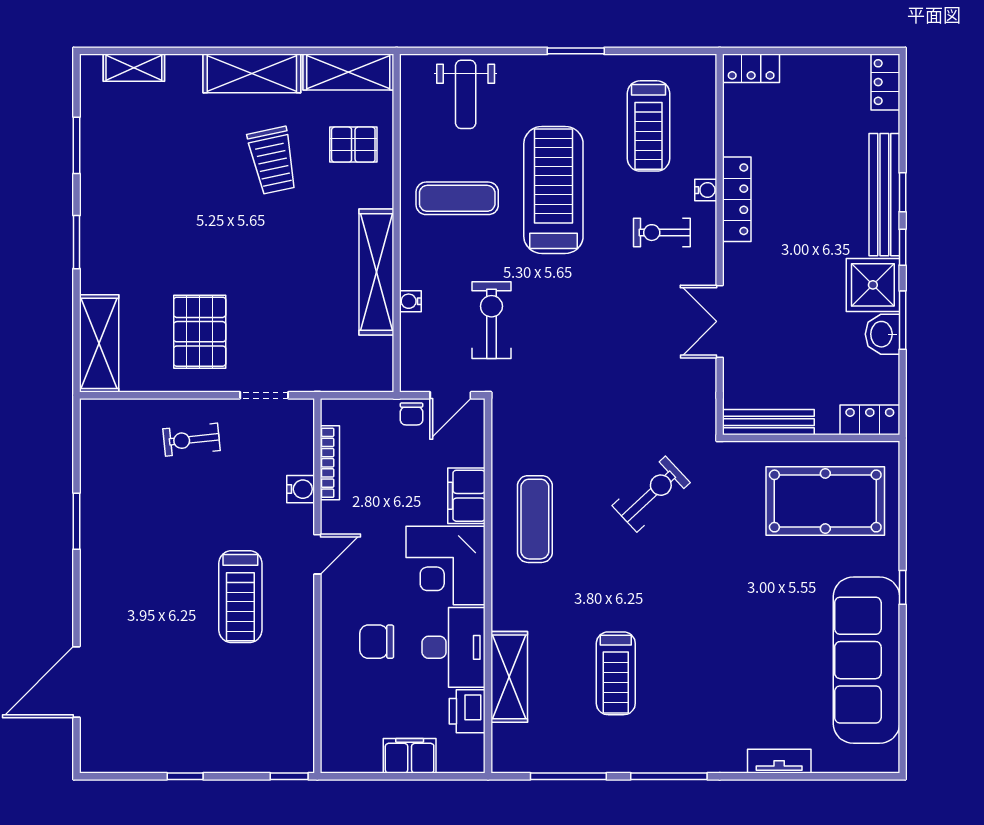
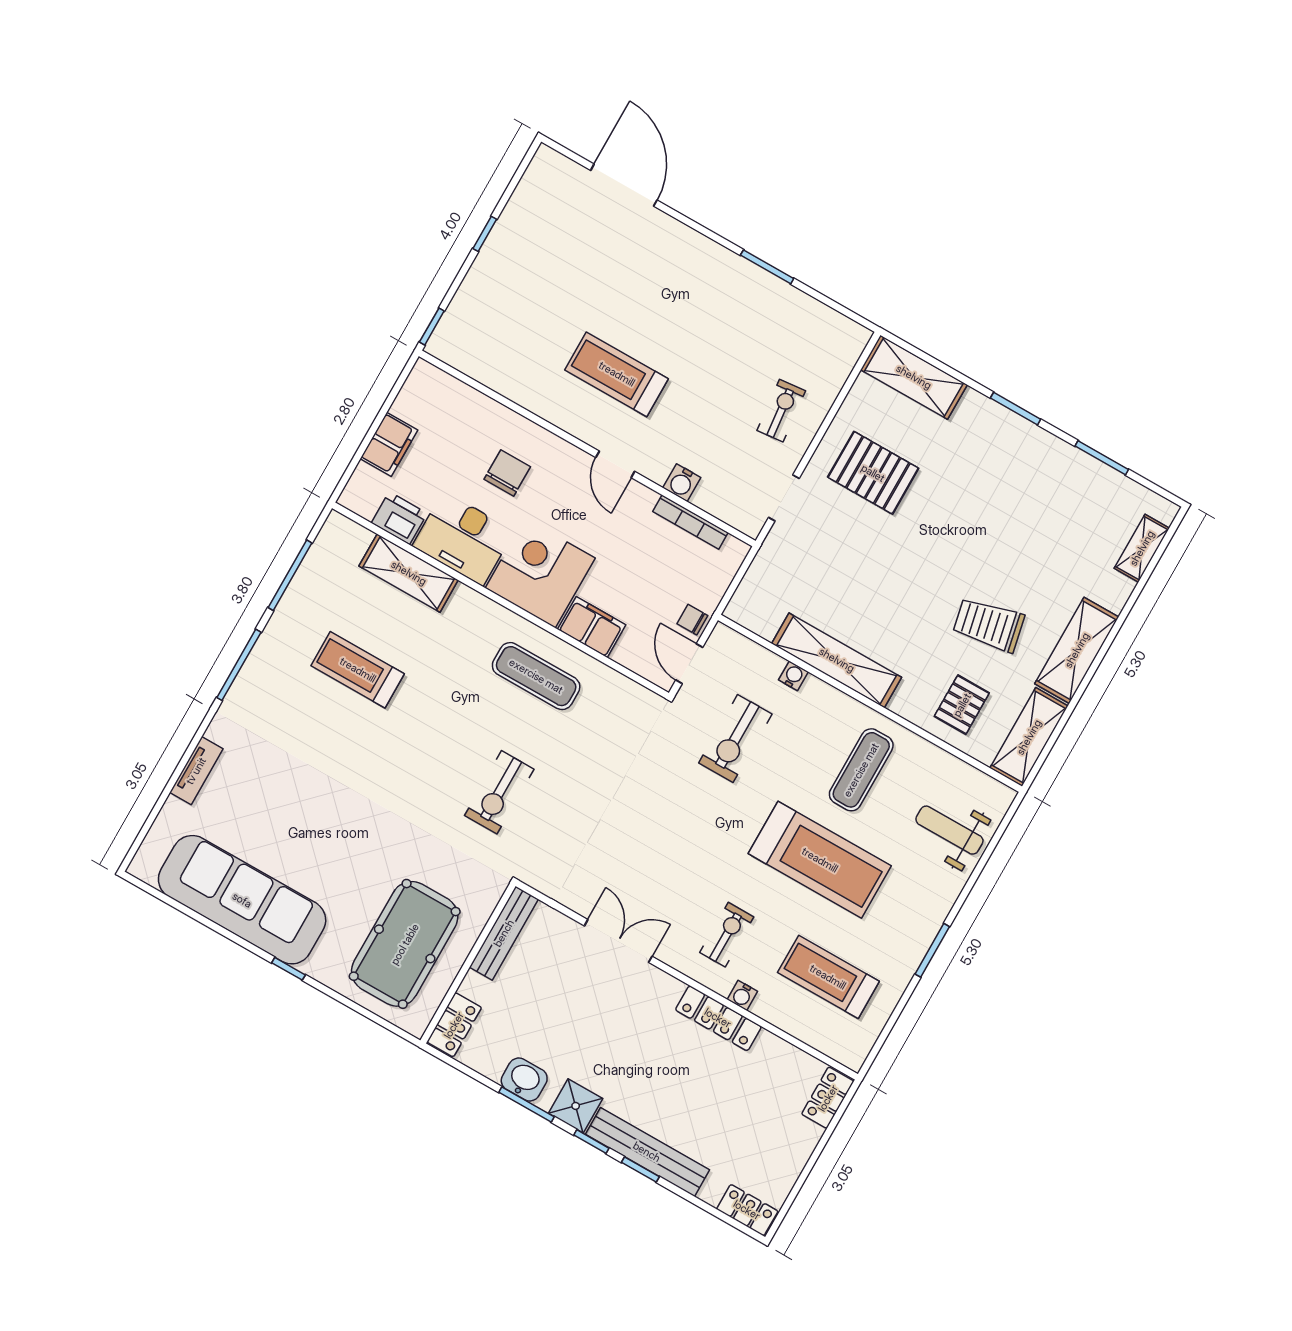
shower: (873, 285) -> (576, 1106), width x0.73, depth x0.73
exercise bike: (491, 320) -> (735, 738), turned 90
exercise bike: (651, 494) -> (499, 792), turned 43

